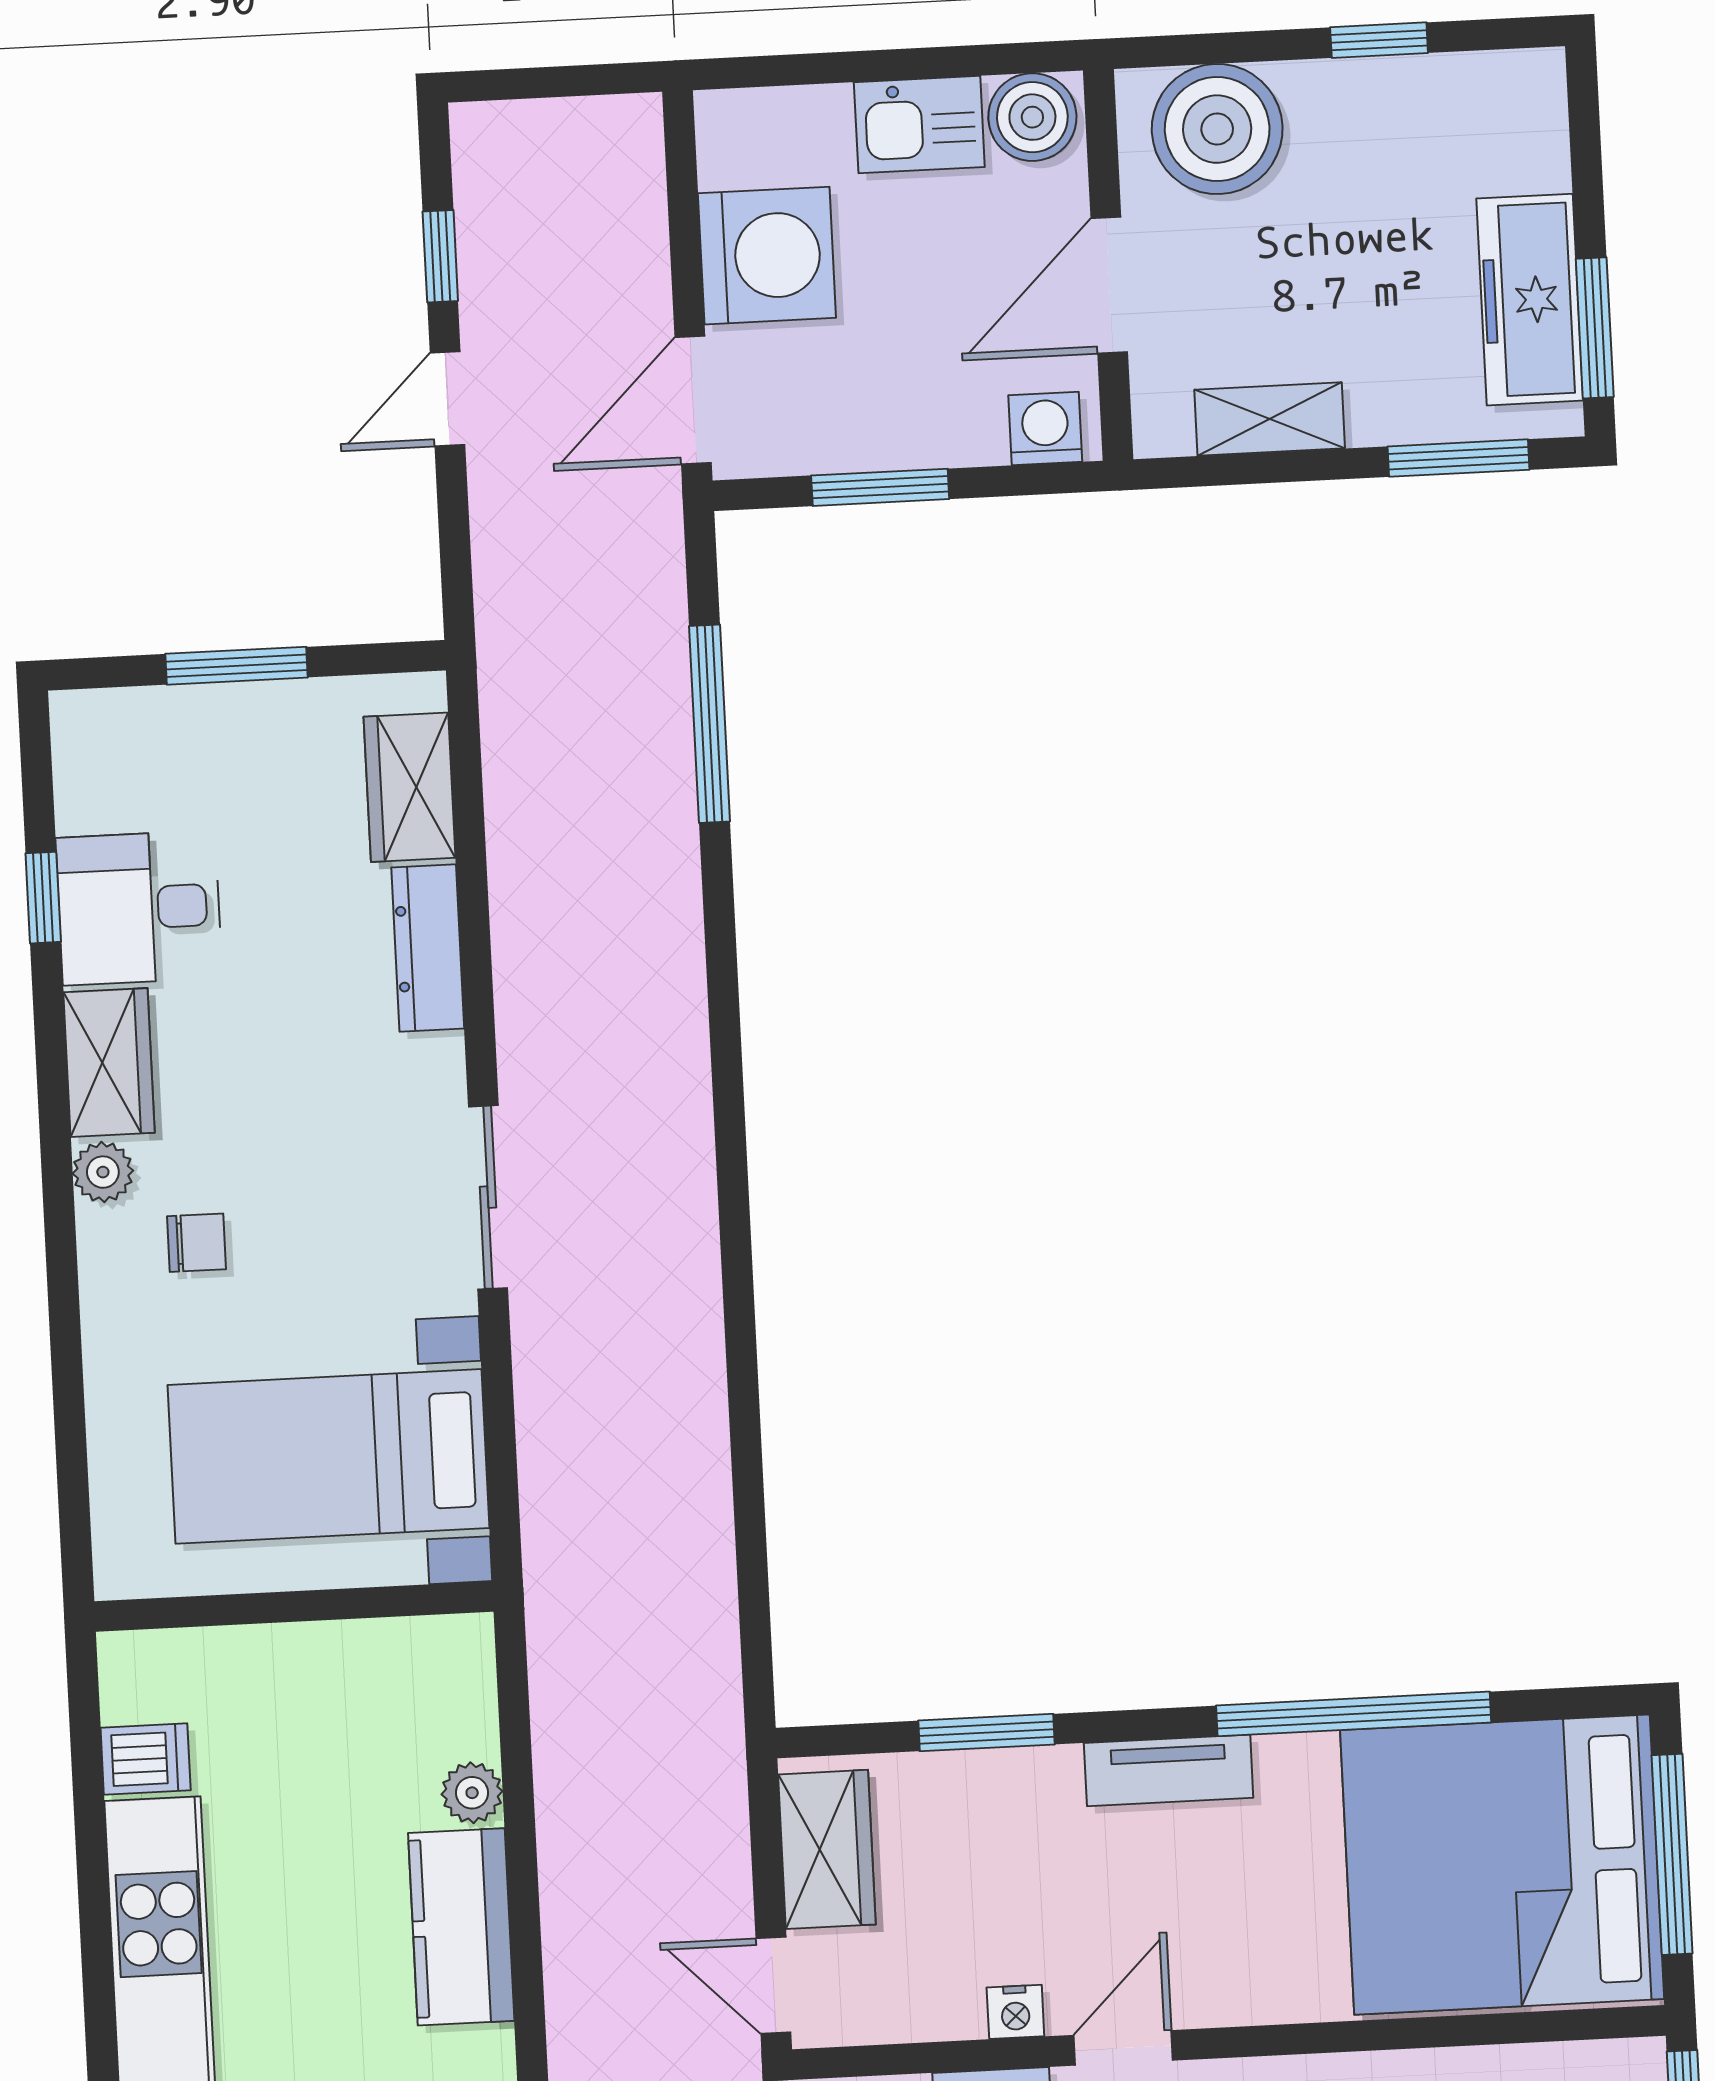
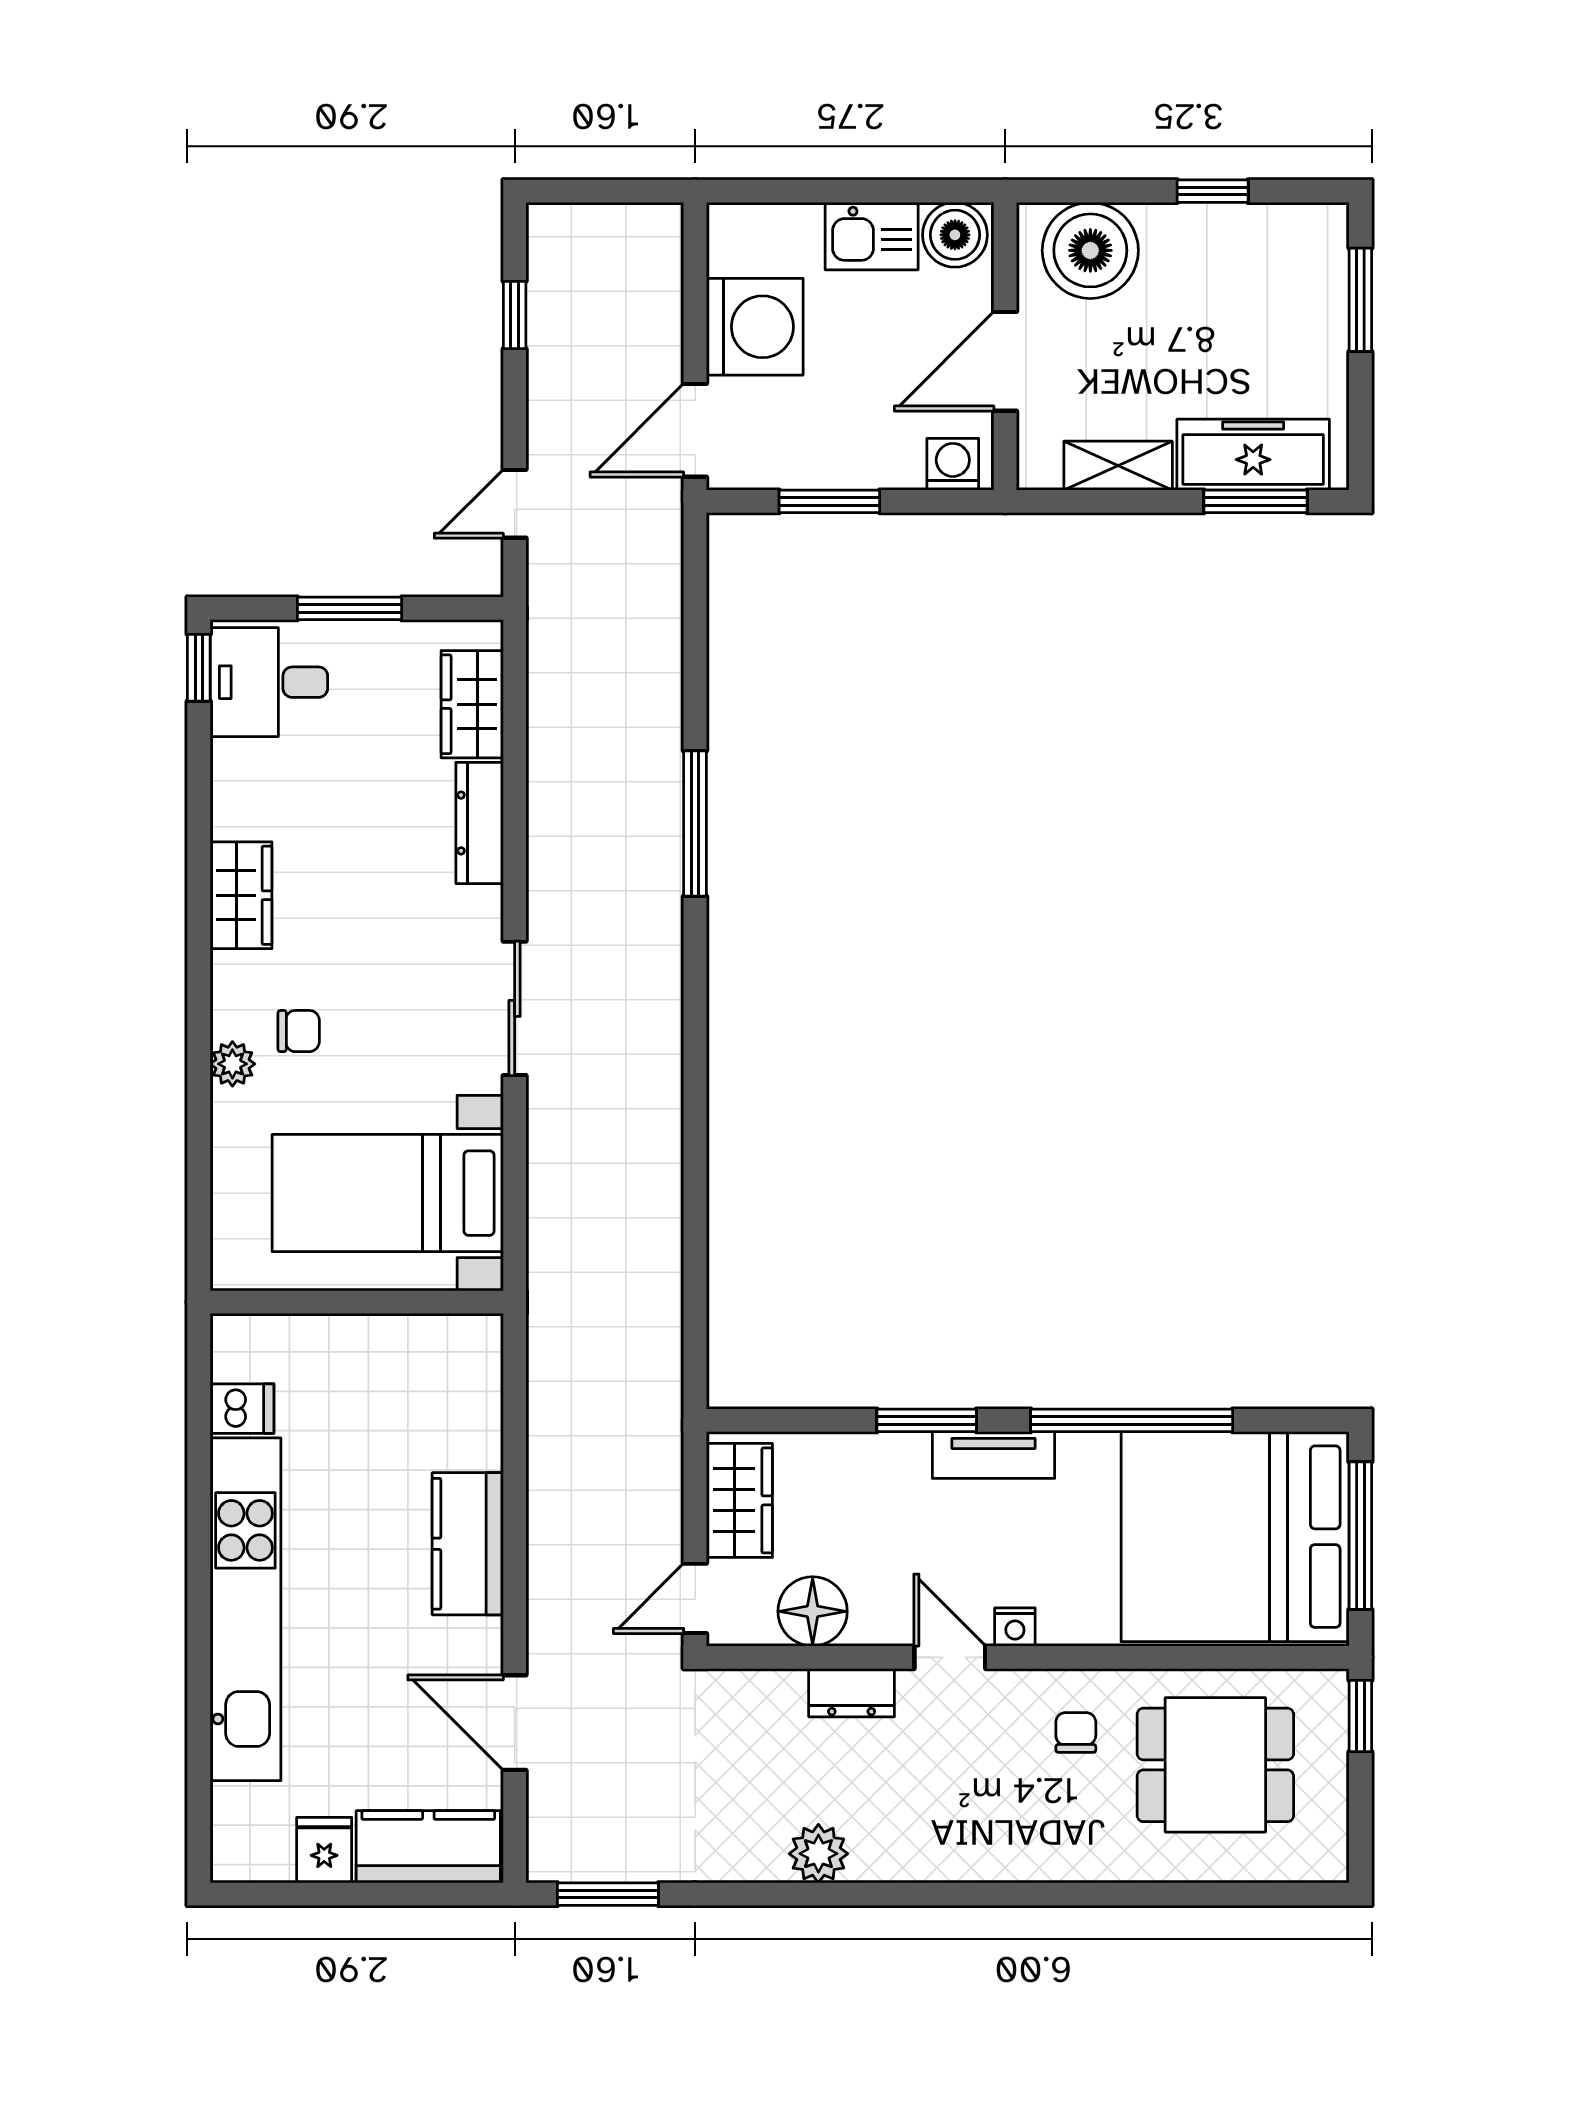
freezer: (1530, 300) -> (1253, 455), moved, turned 90
window: (1595, 328) -> (1360, 300), moved
door: (448, 399) -> (515, 504), moved
window: (709, 724) -> (695, 823), moved
window: (43, 898) -> (199, 668), moved
desk: (139, 908) -> (269, 682), moved
plant: (103, 1172) -> (232, 1064), moved
window: (986, 1733) -> (927, 1420), moved
plant: (472, 1793) -> (481, 1446), removed
door: (773, 1985) -> (695, 1598), hinge flipped
floor lamp: (934, 1995) -> (813, 1611), added
nightstand: (1015, 2012) -> (1015, 1627), moved
door: (1123, 2048) -> (950, 1657), hinge flipped

